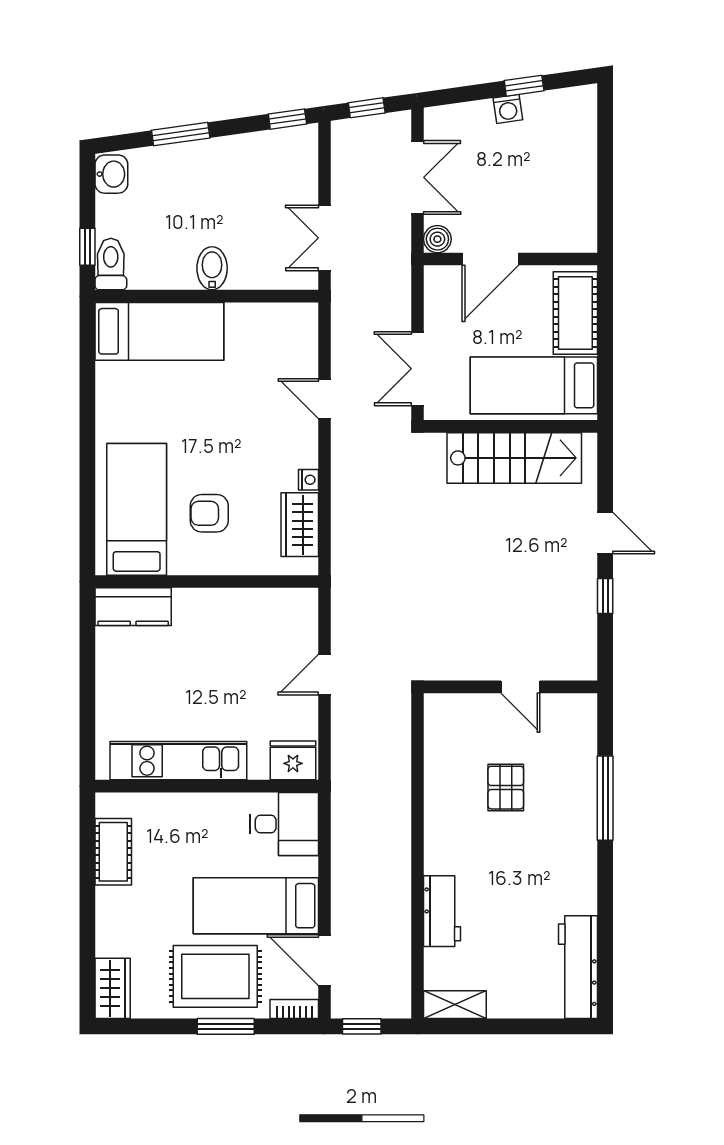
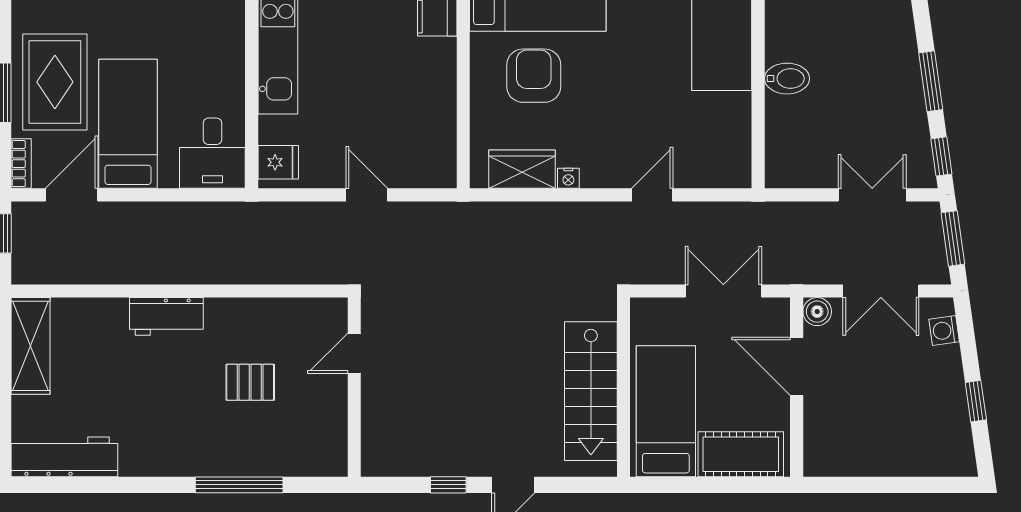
window: (367, 108) -> (953, 238), width x1.50
washing machine: (508, 109) -> (944, 330), moved
window: (181, 134) -> (931, 81), moved
double door: (325, 238) -> (872, 195), moved
double door: (418, 369) -> (723, 291), moved
armchair: (209, 513) -> (534, 76), width x1.38, depth x1.38
door: (520, 687) -> (354, 353), moved
fridge: (293, 760) -> (278, 162), width x0.72
workbench: (442, 911) -> (166, 316), moved
shelving: (455, 1005) -> (31, 346), width x1.50, depth x1.33

